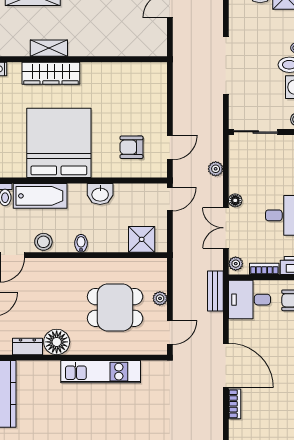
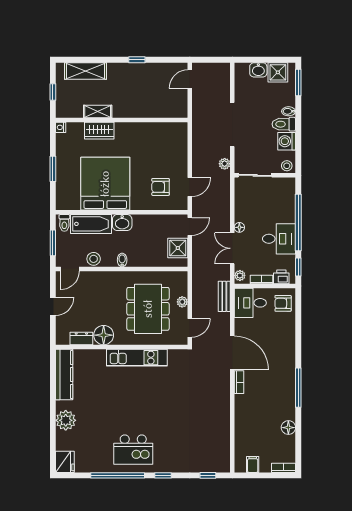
wardrobe: (51, 73) -> (99, 131), width x0.67
plant: (216, 169) -> (225, 164), moved
washbasin: (100, 194) -> (122, 223), moved
shower: (142, 239) -> (178, 248), moved
dining table: (115, 307) -> (148, 309), width x1.37

